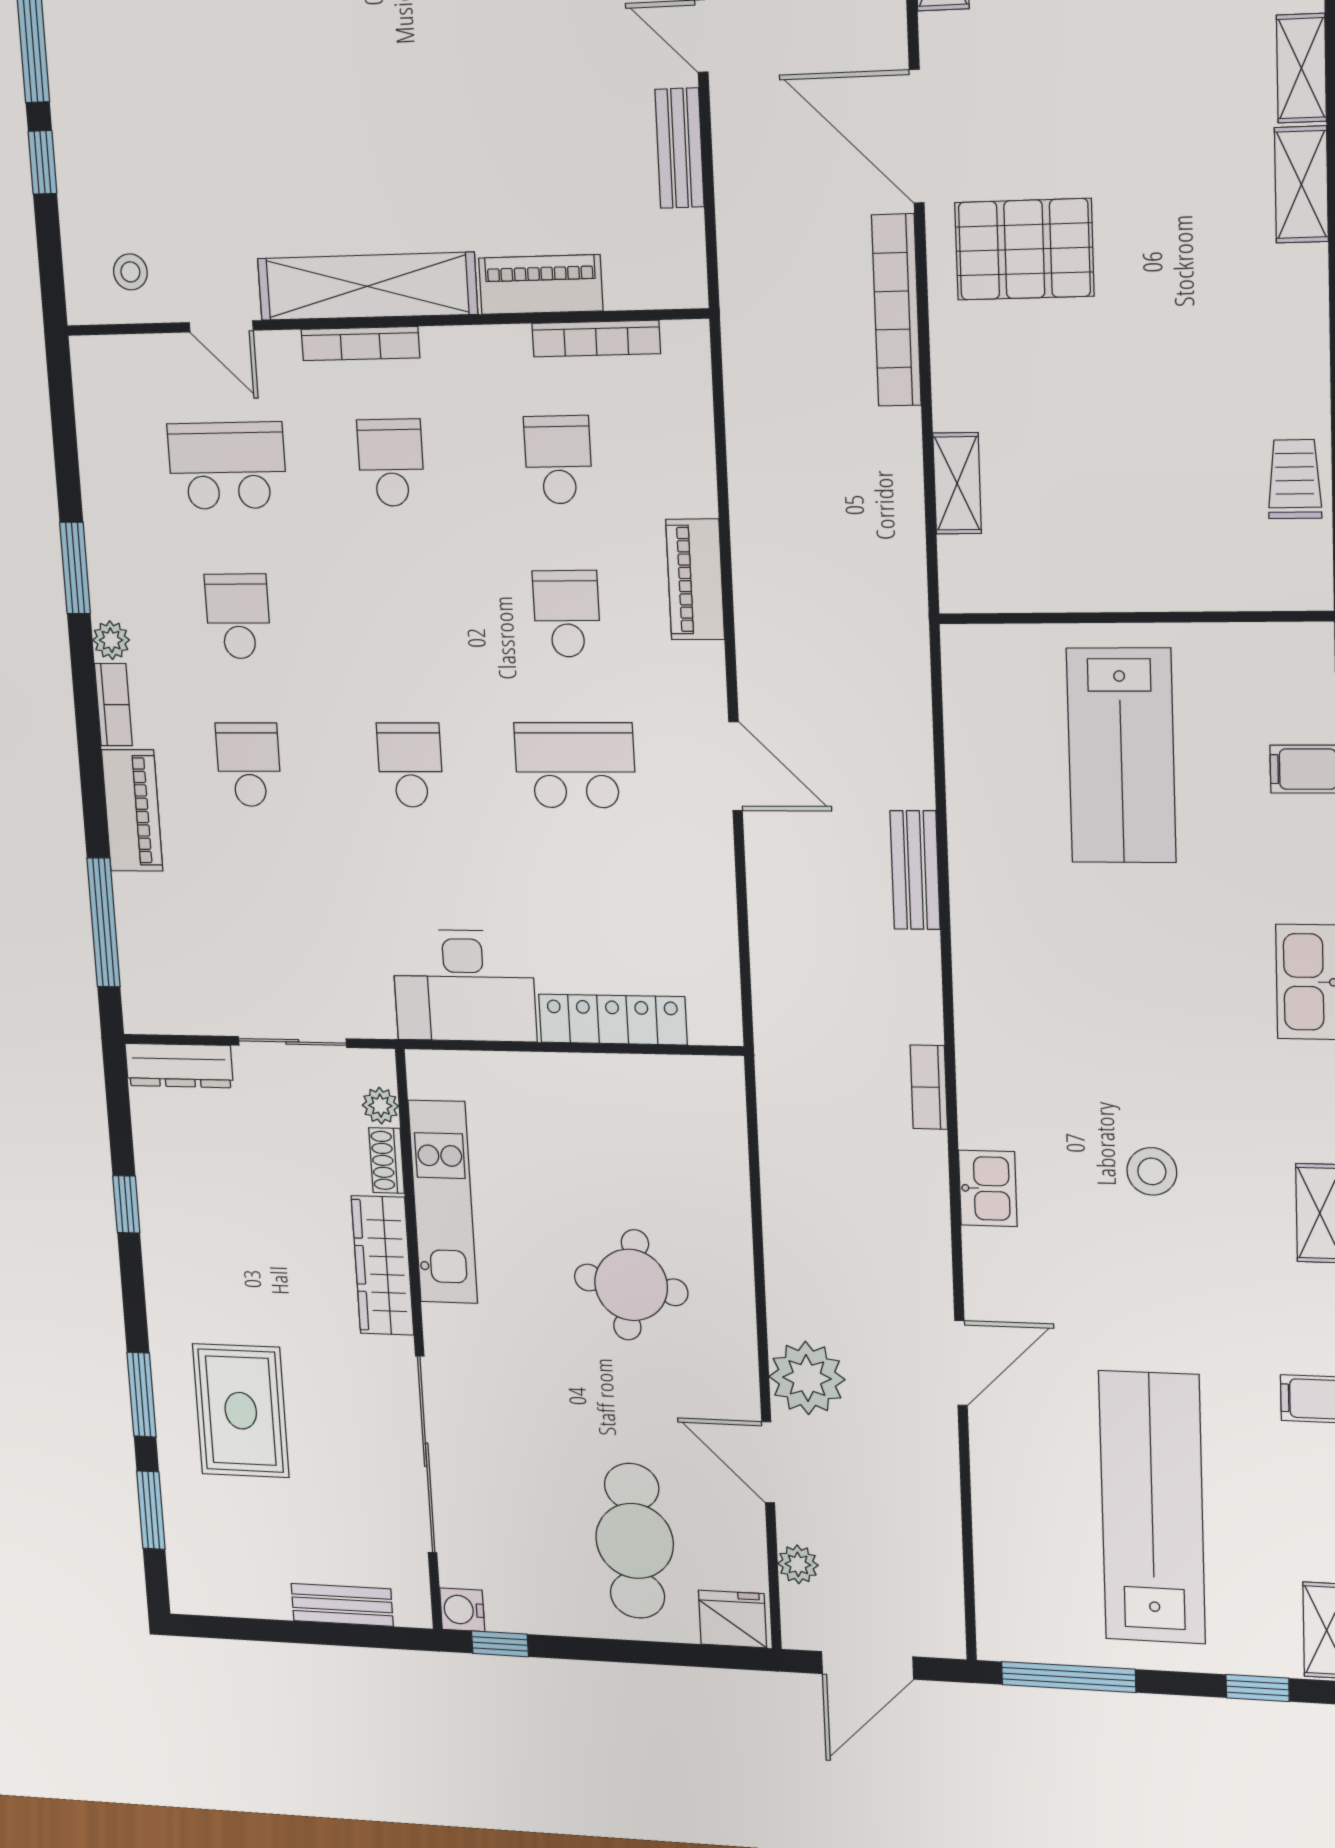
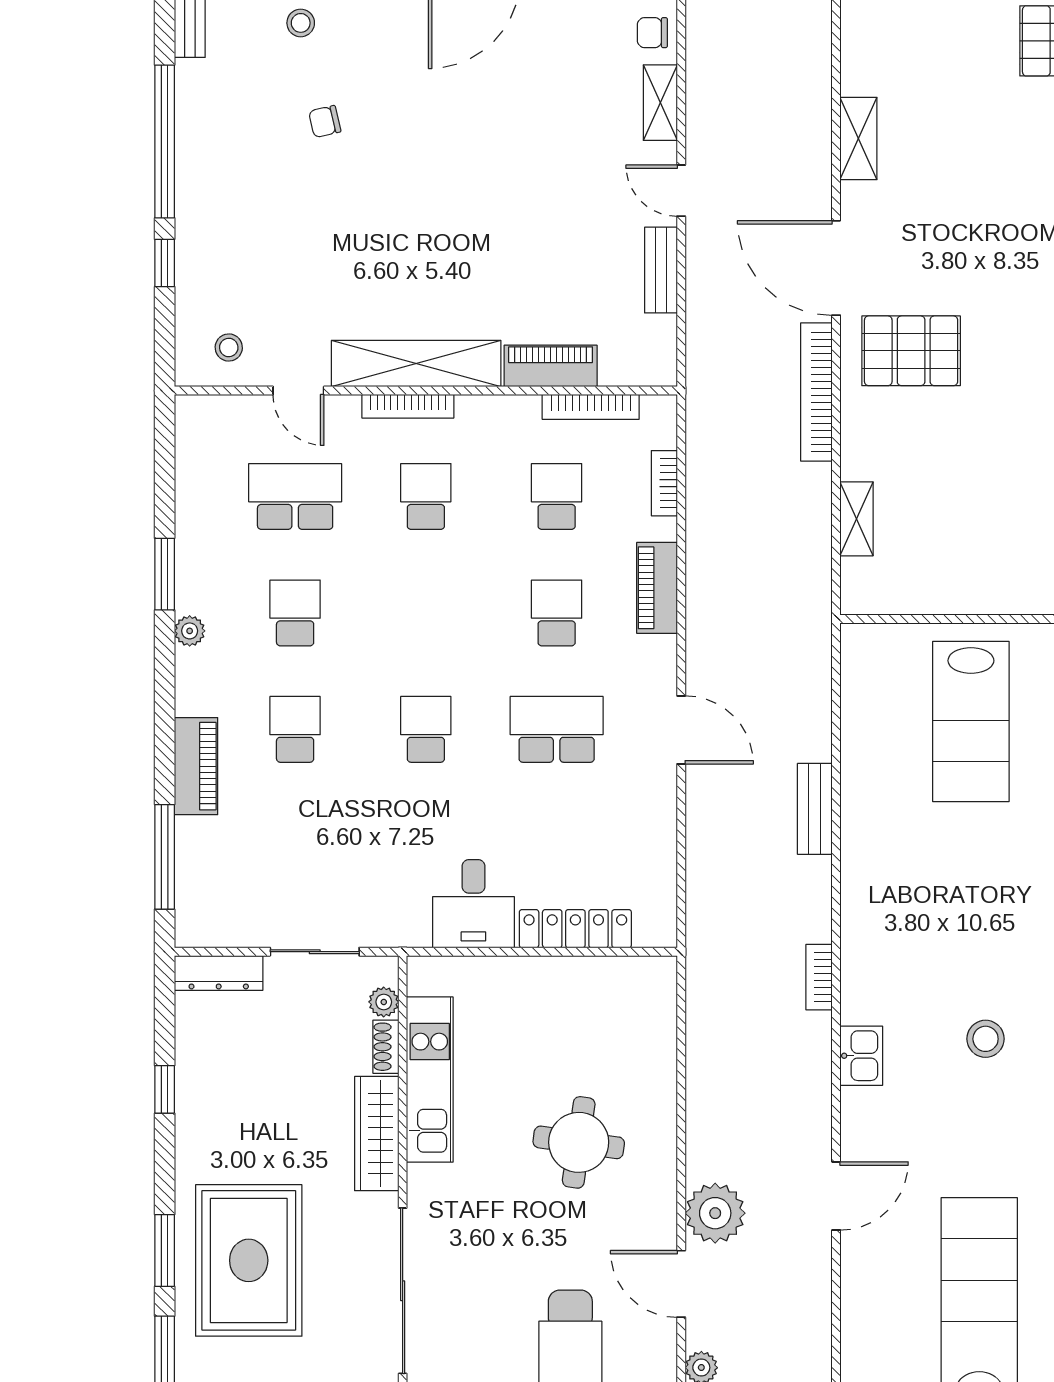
bookcase: (113, 705) -> (664, 483), moved, turned 180
desk: (464, 986) -> (473, 904), width x0.73
rug: (241, 1411) -> (249, 1260), width x1.37, depth x1.44

